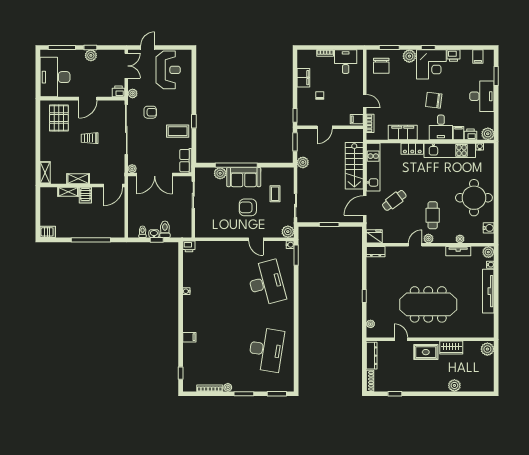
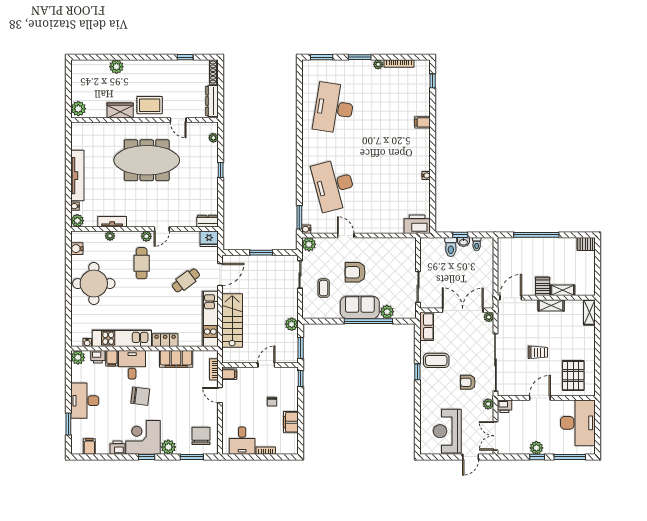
armchair: (248, 207) -> (355, 272), turned 180
printer: (189, 246) -> (417, 224), width x1.87, depth x1.48

